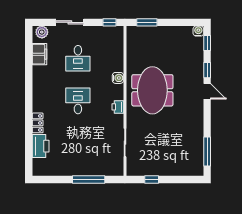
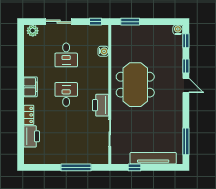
filing cabinet: (39, 54) -> (31, 87), moved
water cooler: (118, 78) -> (103, 51), moved
printer: (118, 107) -> (101, 105), width x1.87, depth x1.48
tv unit: (172, 170) -> (153, 158), added

